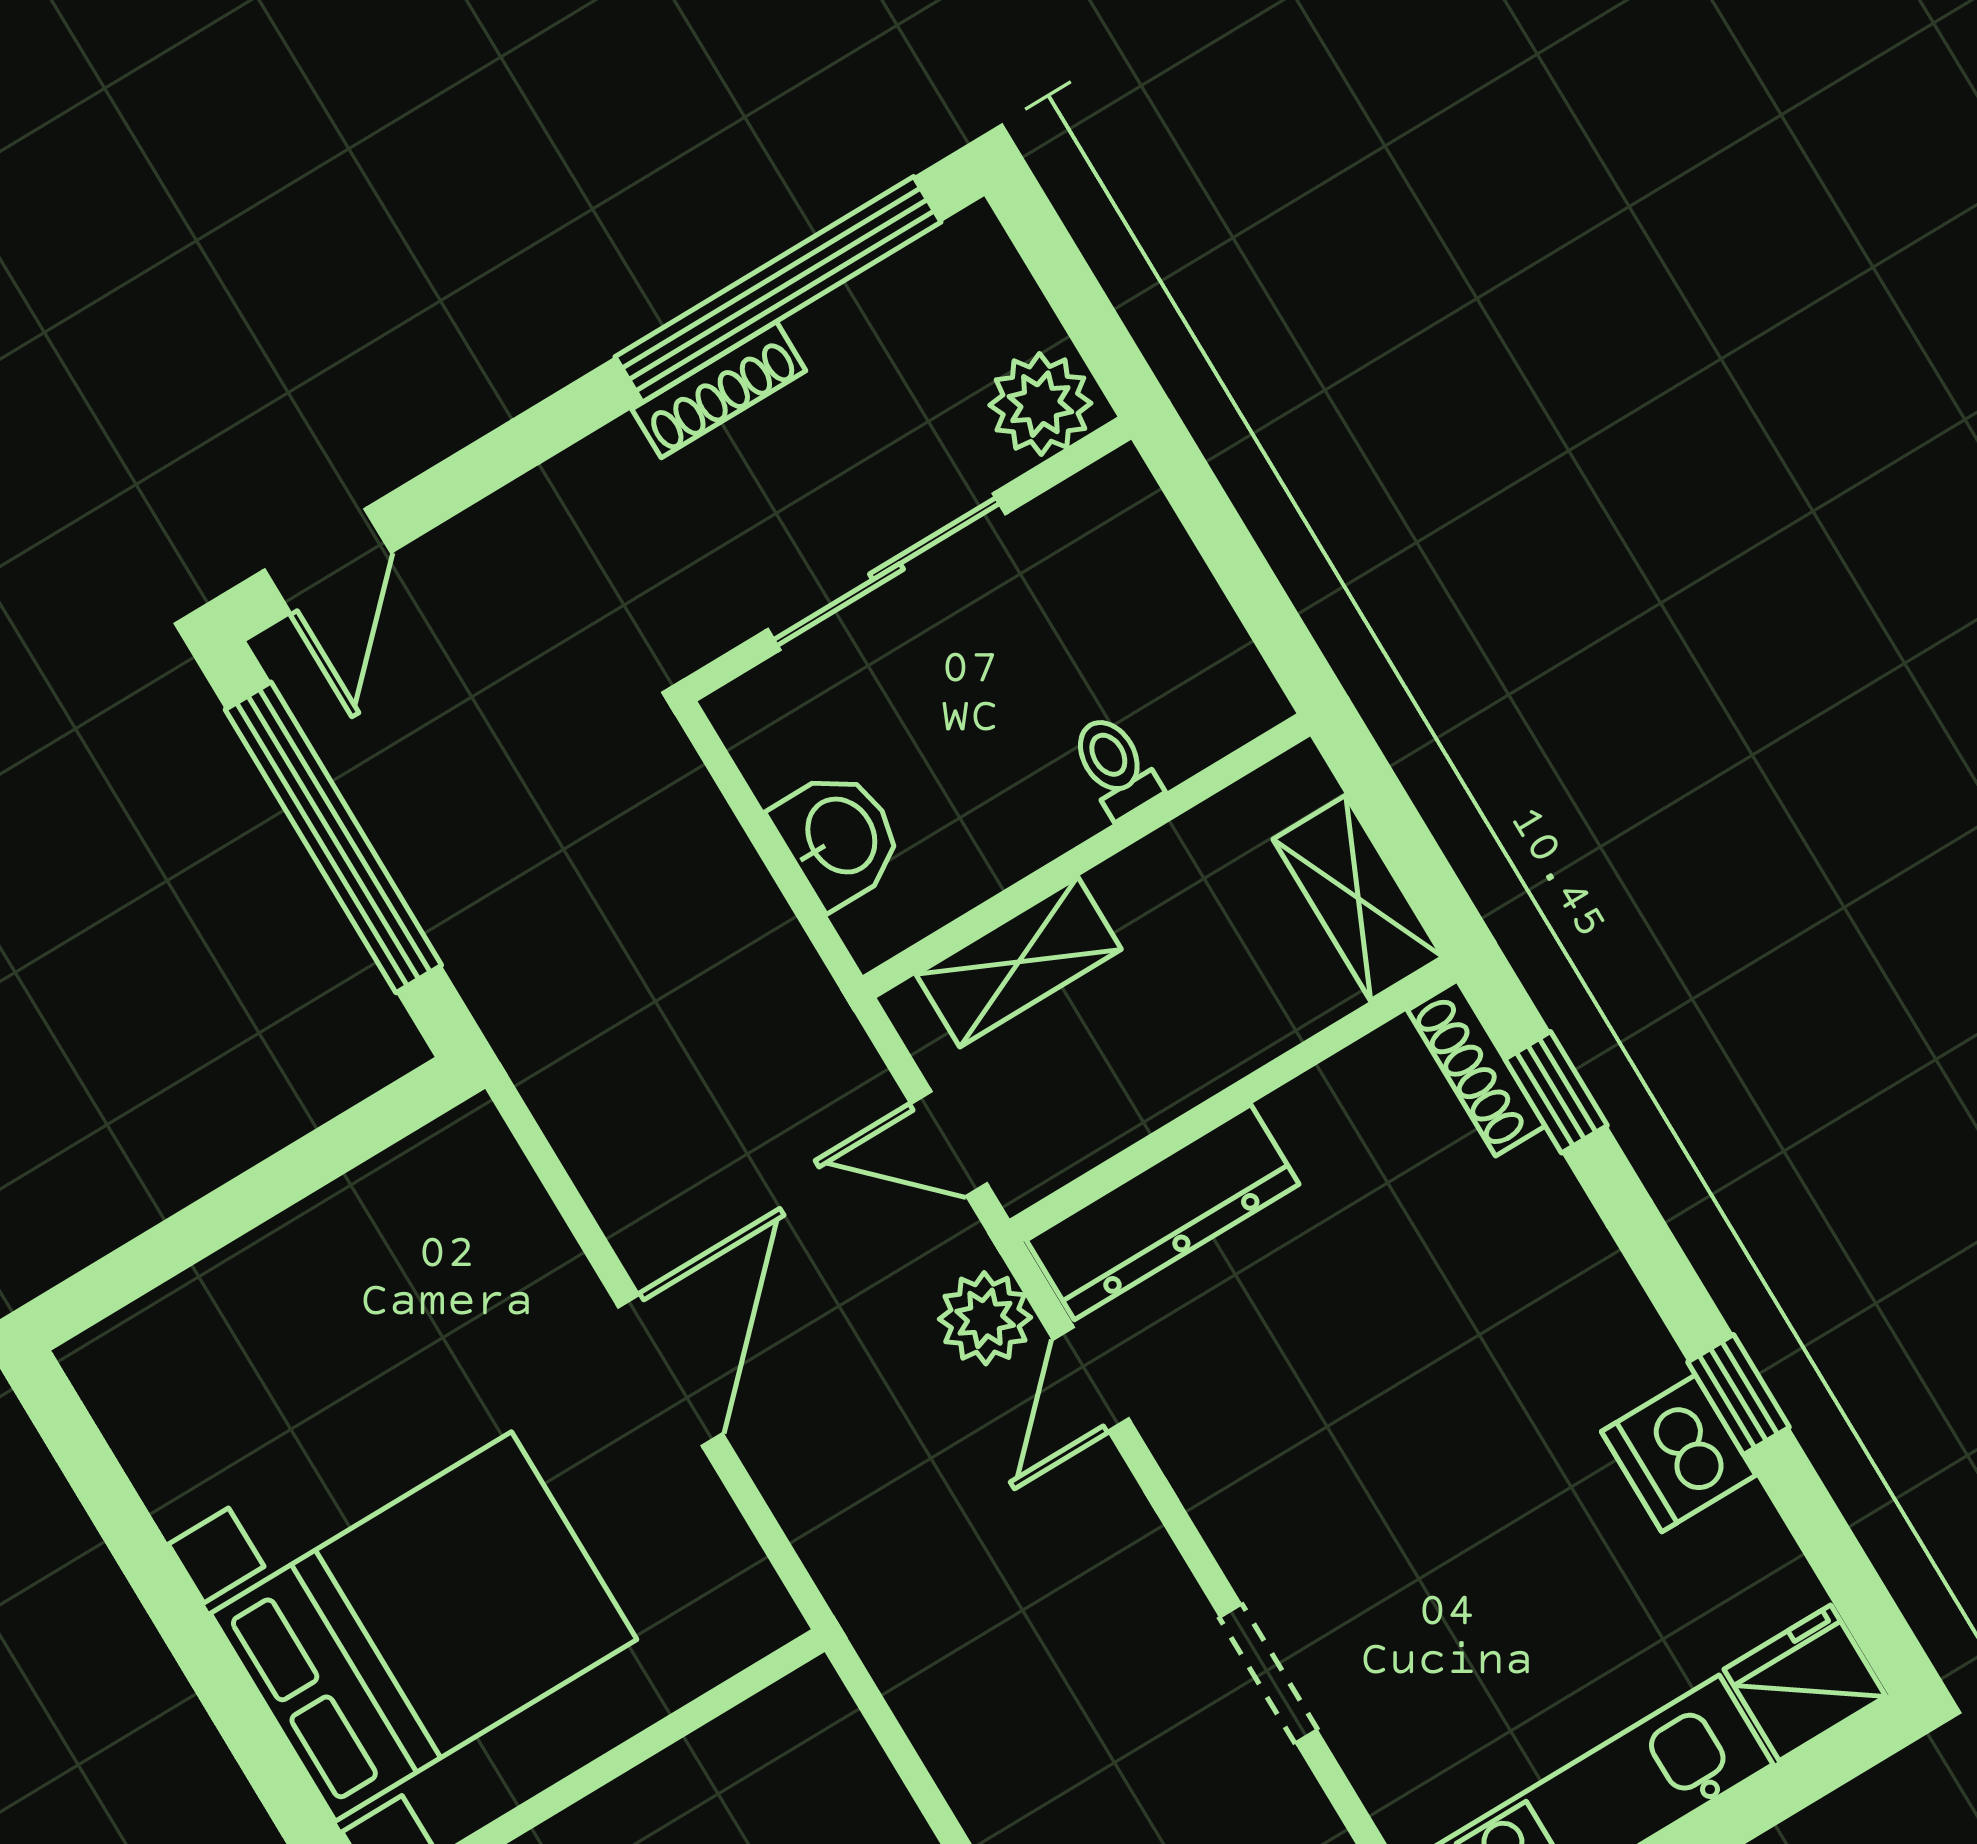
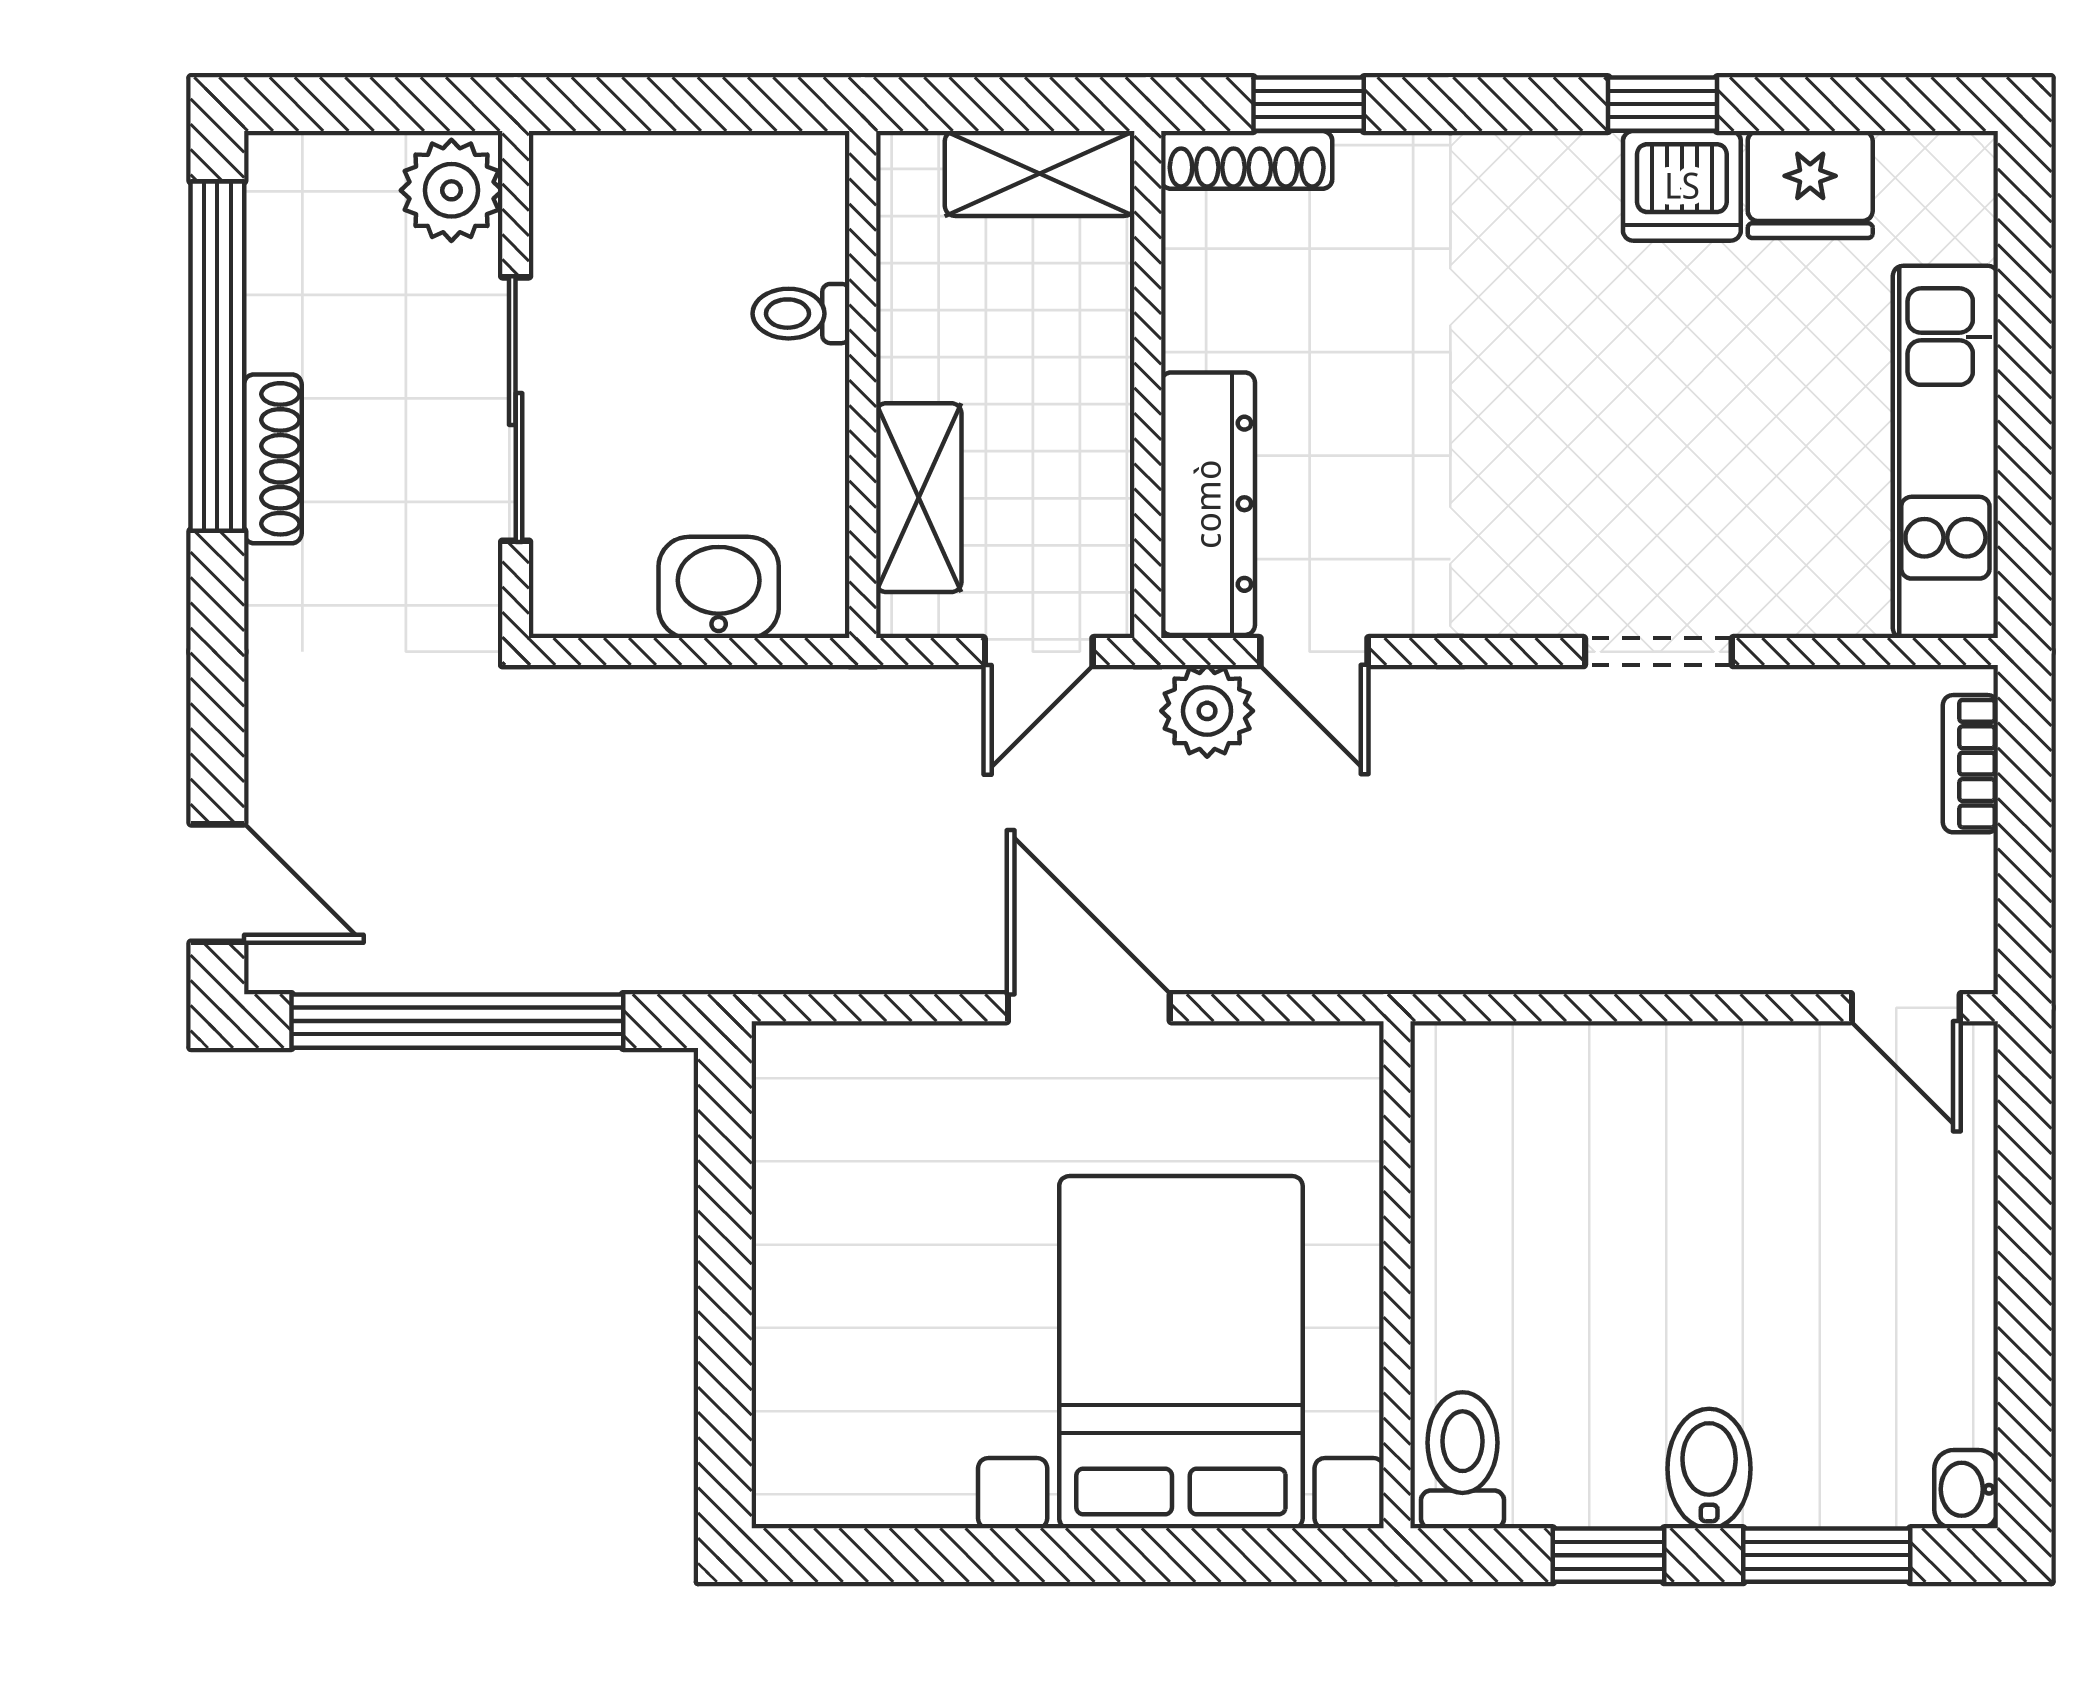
fridge: (1805, 1683) -> (1810, 184), moved, turned -90

